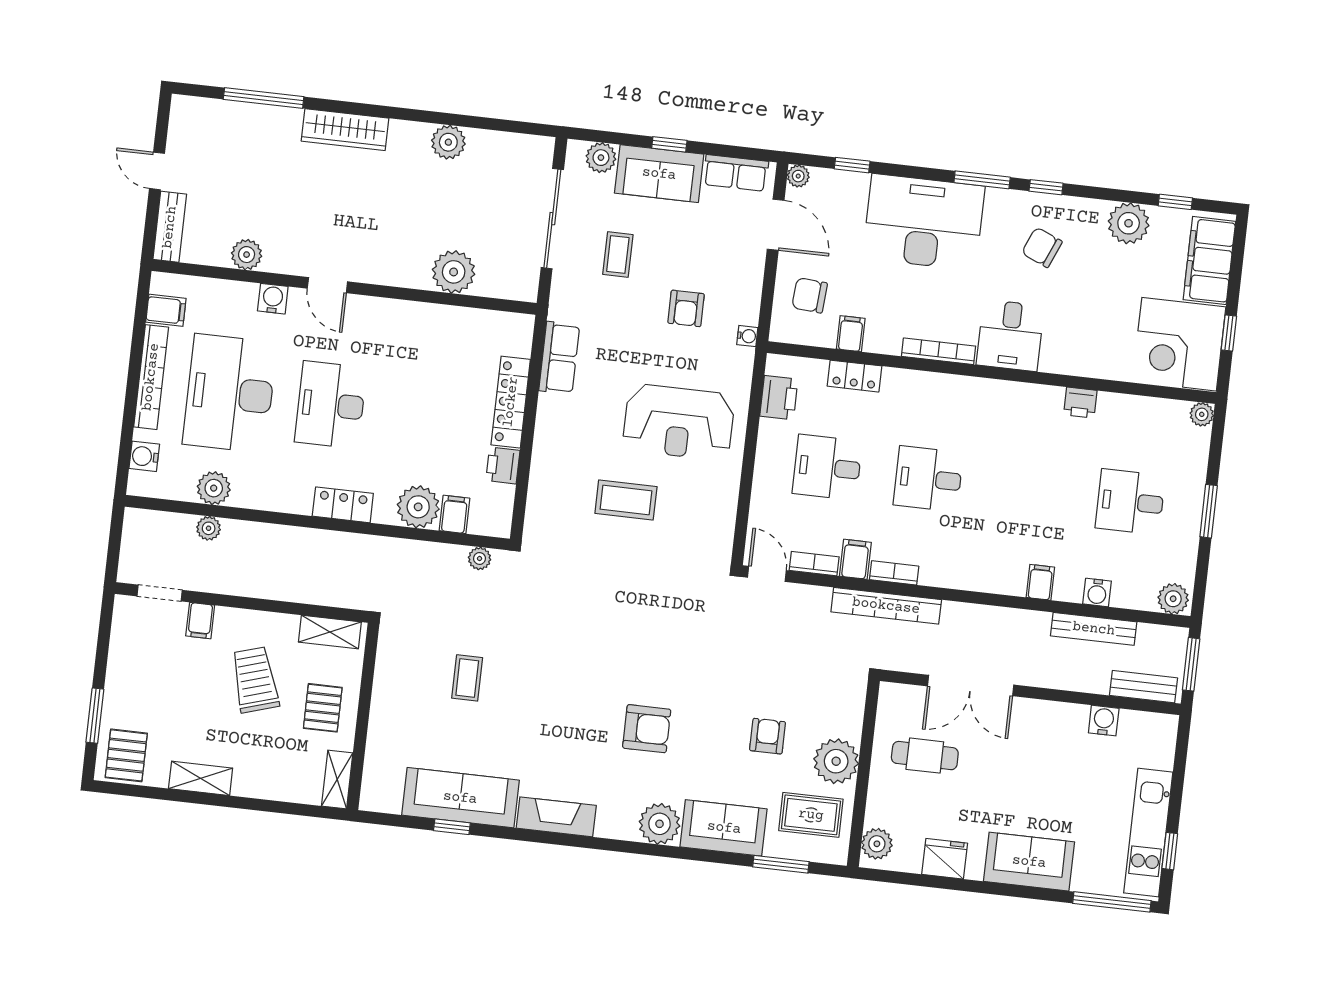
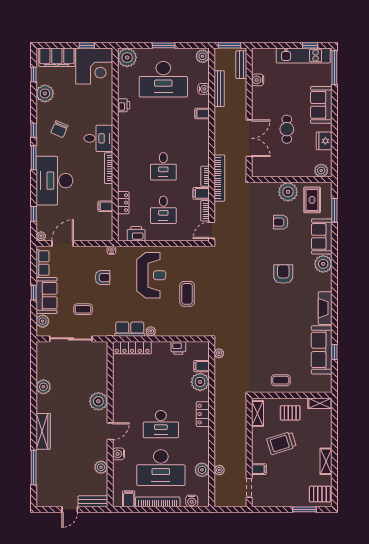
plant: (454, 272) -> (98, 401), moved
chair: (810, 295) -> (91, 226), removed
locker: (511, 402) -> (132, 348), moved
plant: (549, 406) -> (151, 331), added
plant: (1202, 414) -> (127, 58), width x1.88, depth x1.88
desk: (1130, 502) -> (163, 79), width x1.87, depth x1.30
coffee table: (467, 678) -> (281, 380), moved
cafe table: (925, 756) -> (287, 129), moved

